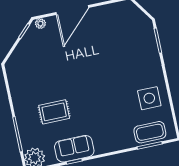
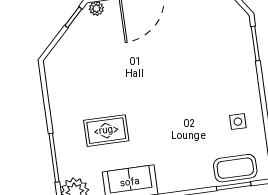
side table: (149, 98) -> (238, 122), width x0.54, depth x0.54

